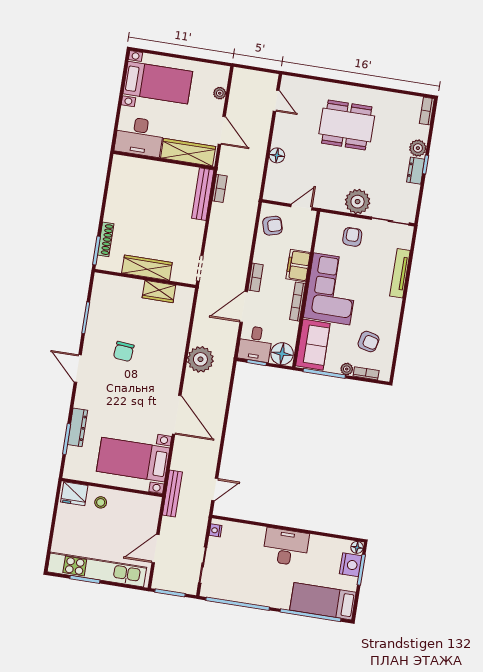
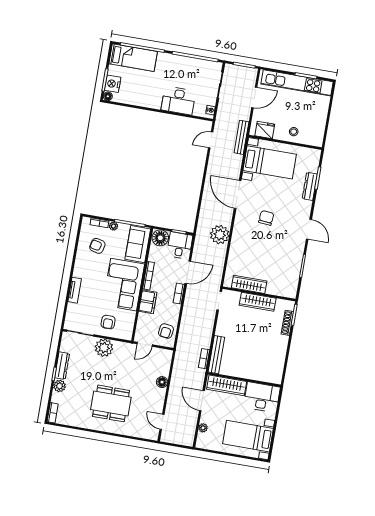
dresser: (416, 171) -> (62, 366), width x1.44
armchair: (272, 226) -> (166, 331), turned -67
tv unit: (400, 273) -> (75, 290), width x0.71
wardrobe: (159, 291) -> (249, 284), width x1.50
chair: (124, 351) -> (266, 218), moved
fridge: (74, 494) -> (265, 130), moved
desk: (286, 547) -> (178, 101), moved

